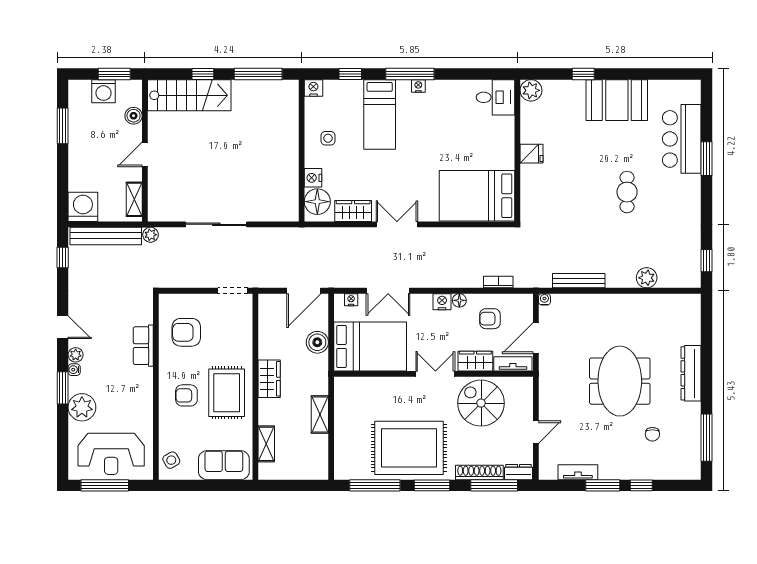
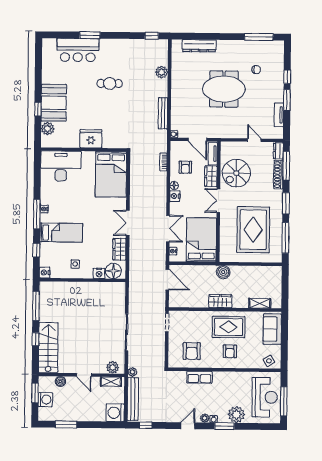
plant: (531, 90) -> (48, 129), moved
desk: (495, 97) -> (61, 166), width x1.87, depth x1.30
booth: (617, 100) -> (54, 103), moved
fridge: (531, 154) -> (91, 139), width x1.88, depth x1.34
plant: (158, 202) -> (113, 367), added
boiler: (317, 342) -> (223, 272), moved
dresser: (691, 373) -> (199, 46), moved
shelving: (320, 414) -> (242, 271), removed
rug: (409, 448) -> (253, 230), moved

